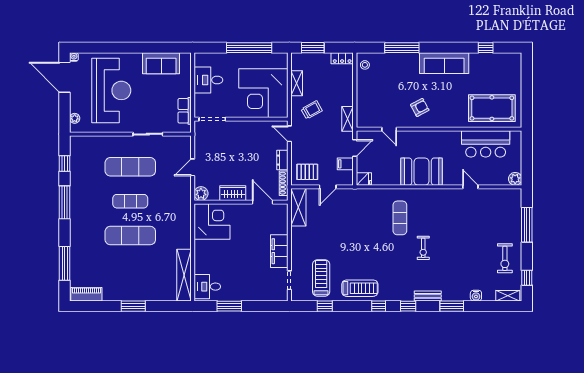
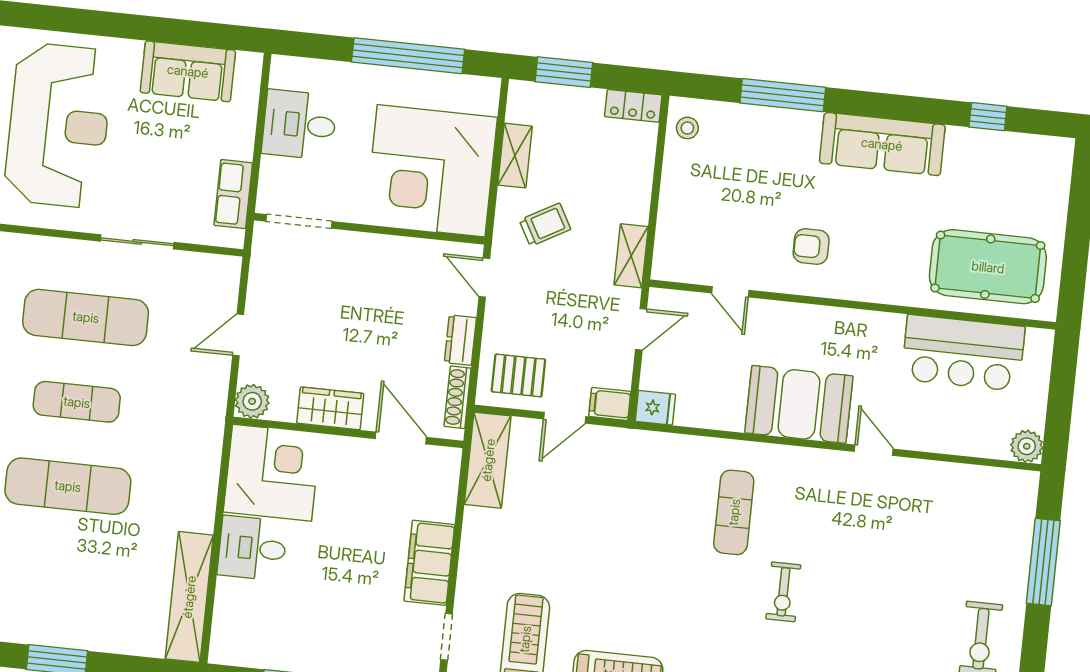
armchair: (420, 107) -> (811, 246), turned -152
filing cabinet: (345, 164) -> (610, 404), moved
door: (470, 187) -> (874, 450), moved
desk: (207, 287) -> (252, 548), moved

